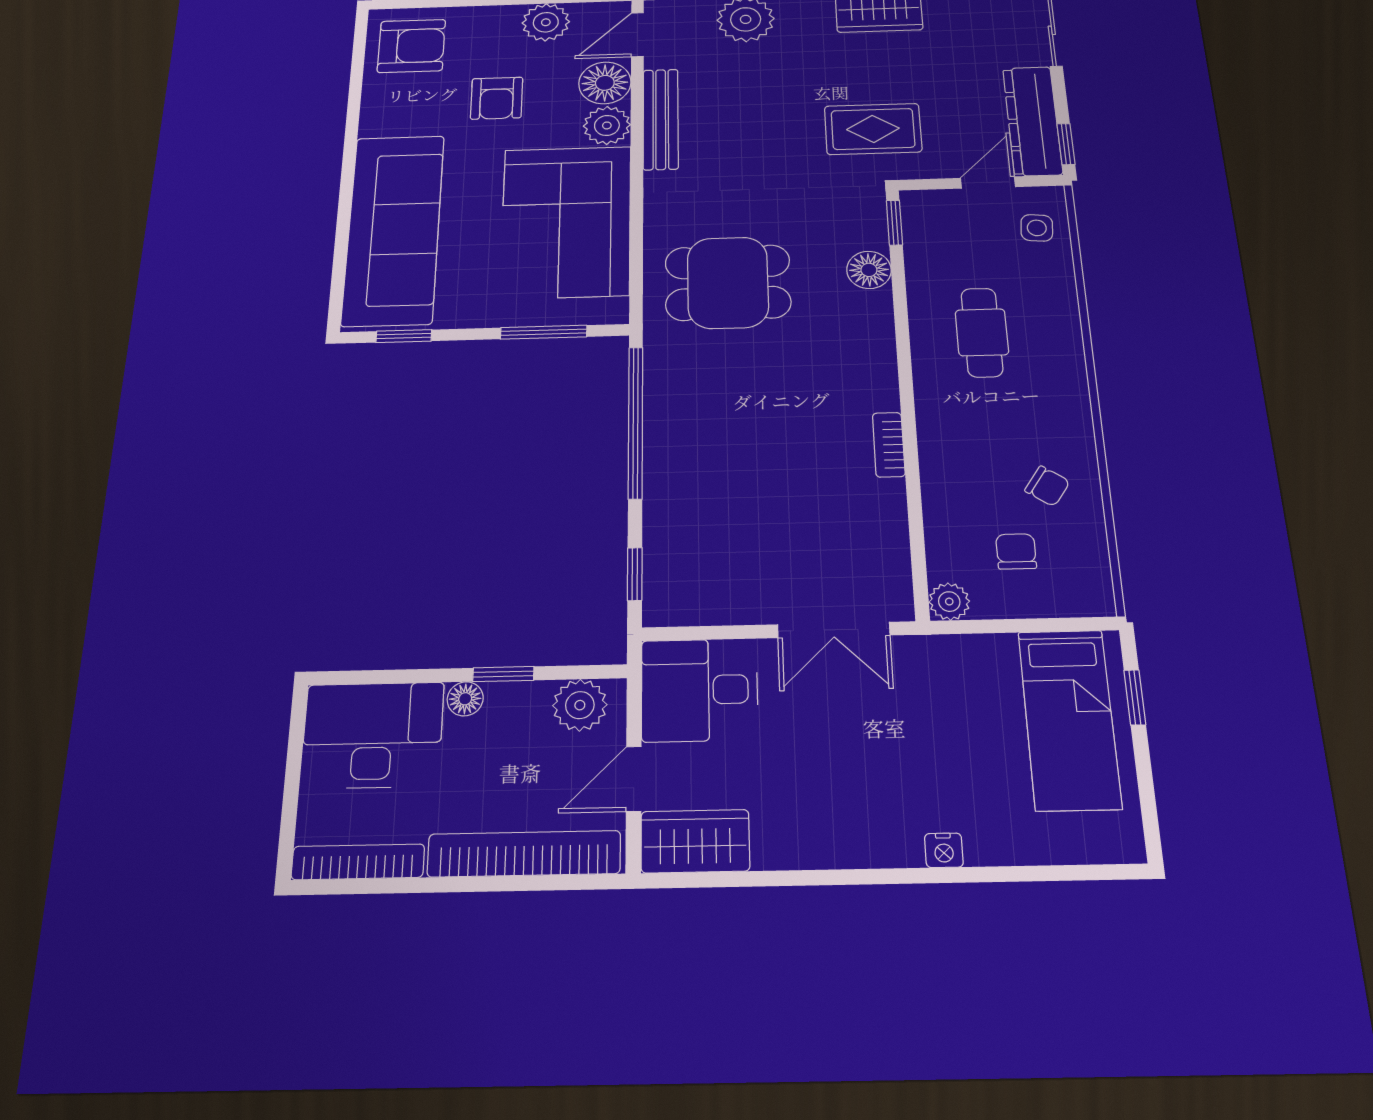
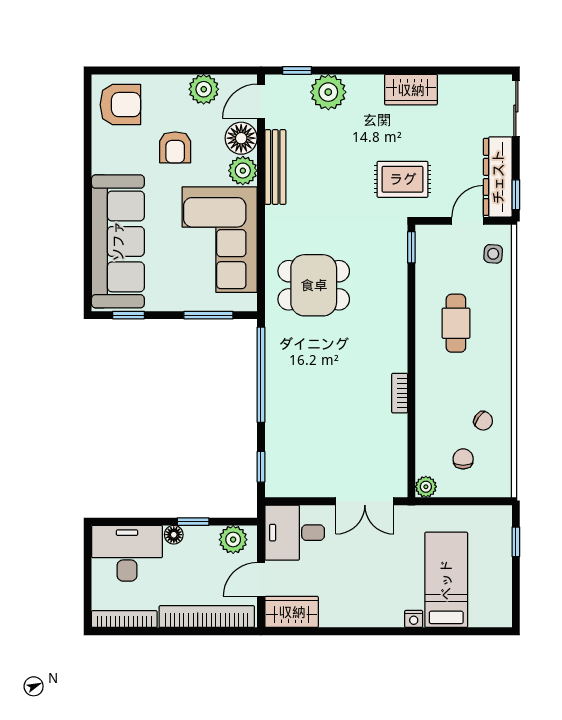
floor lamp: (869, 270) -> (395, 279), removed
bed: (1069, 719) -> (446, 580), moved, turned 180

